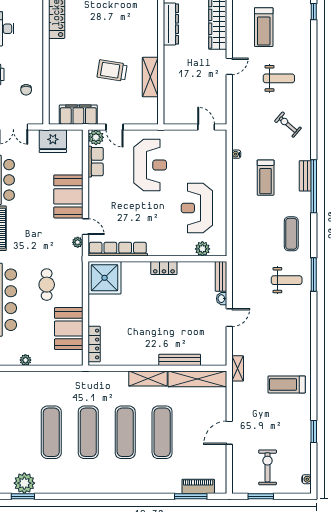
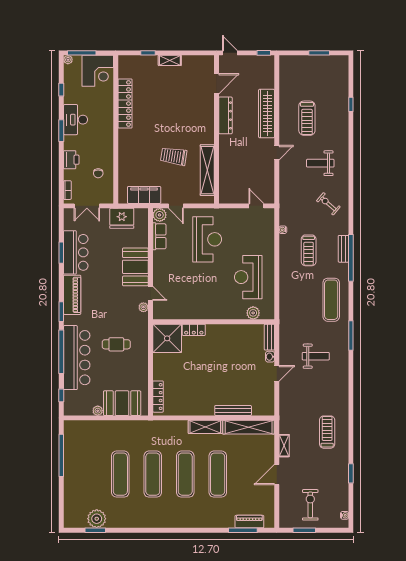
shelving: (150, 77) -> (207, 170), width x1.47
weight bench: (279, 78) -> (320, 163), turned 180
exercise mat: (291, 234) -> (331, 300), width x1.36, depth x1.45
row of seats: (118, 249) -> (179, 313), removed
locker: (164, 268) -> (194, 330), moved
weight bench: (287, 280) -> (316, 356), moved
cafe table: (47, 285) -> (116, 344), turned 90
booth: (69, 329) -> (122, 403), moved, turned 90
shelving: (238, 368) -> (284, 446), moved
treadmill: (287, 384) -> (327, 432), turned 90

